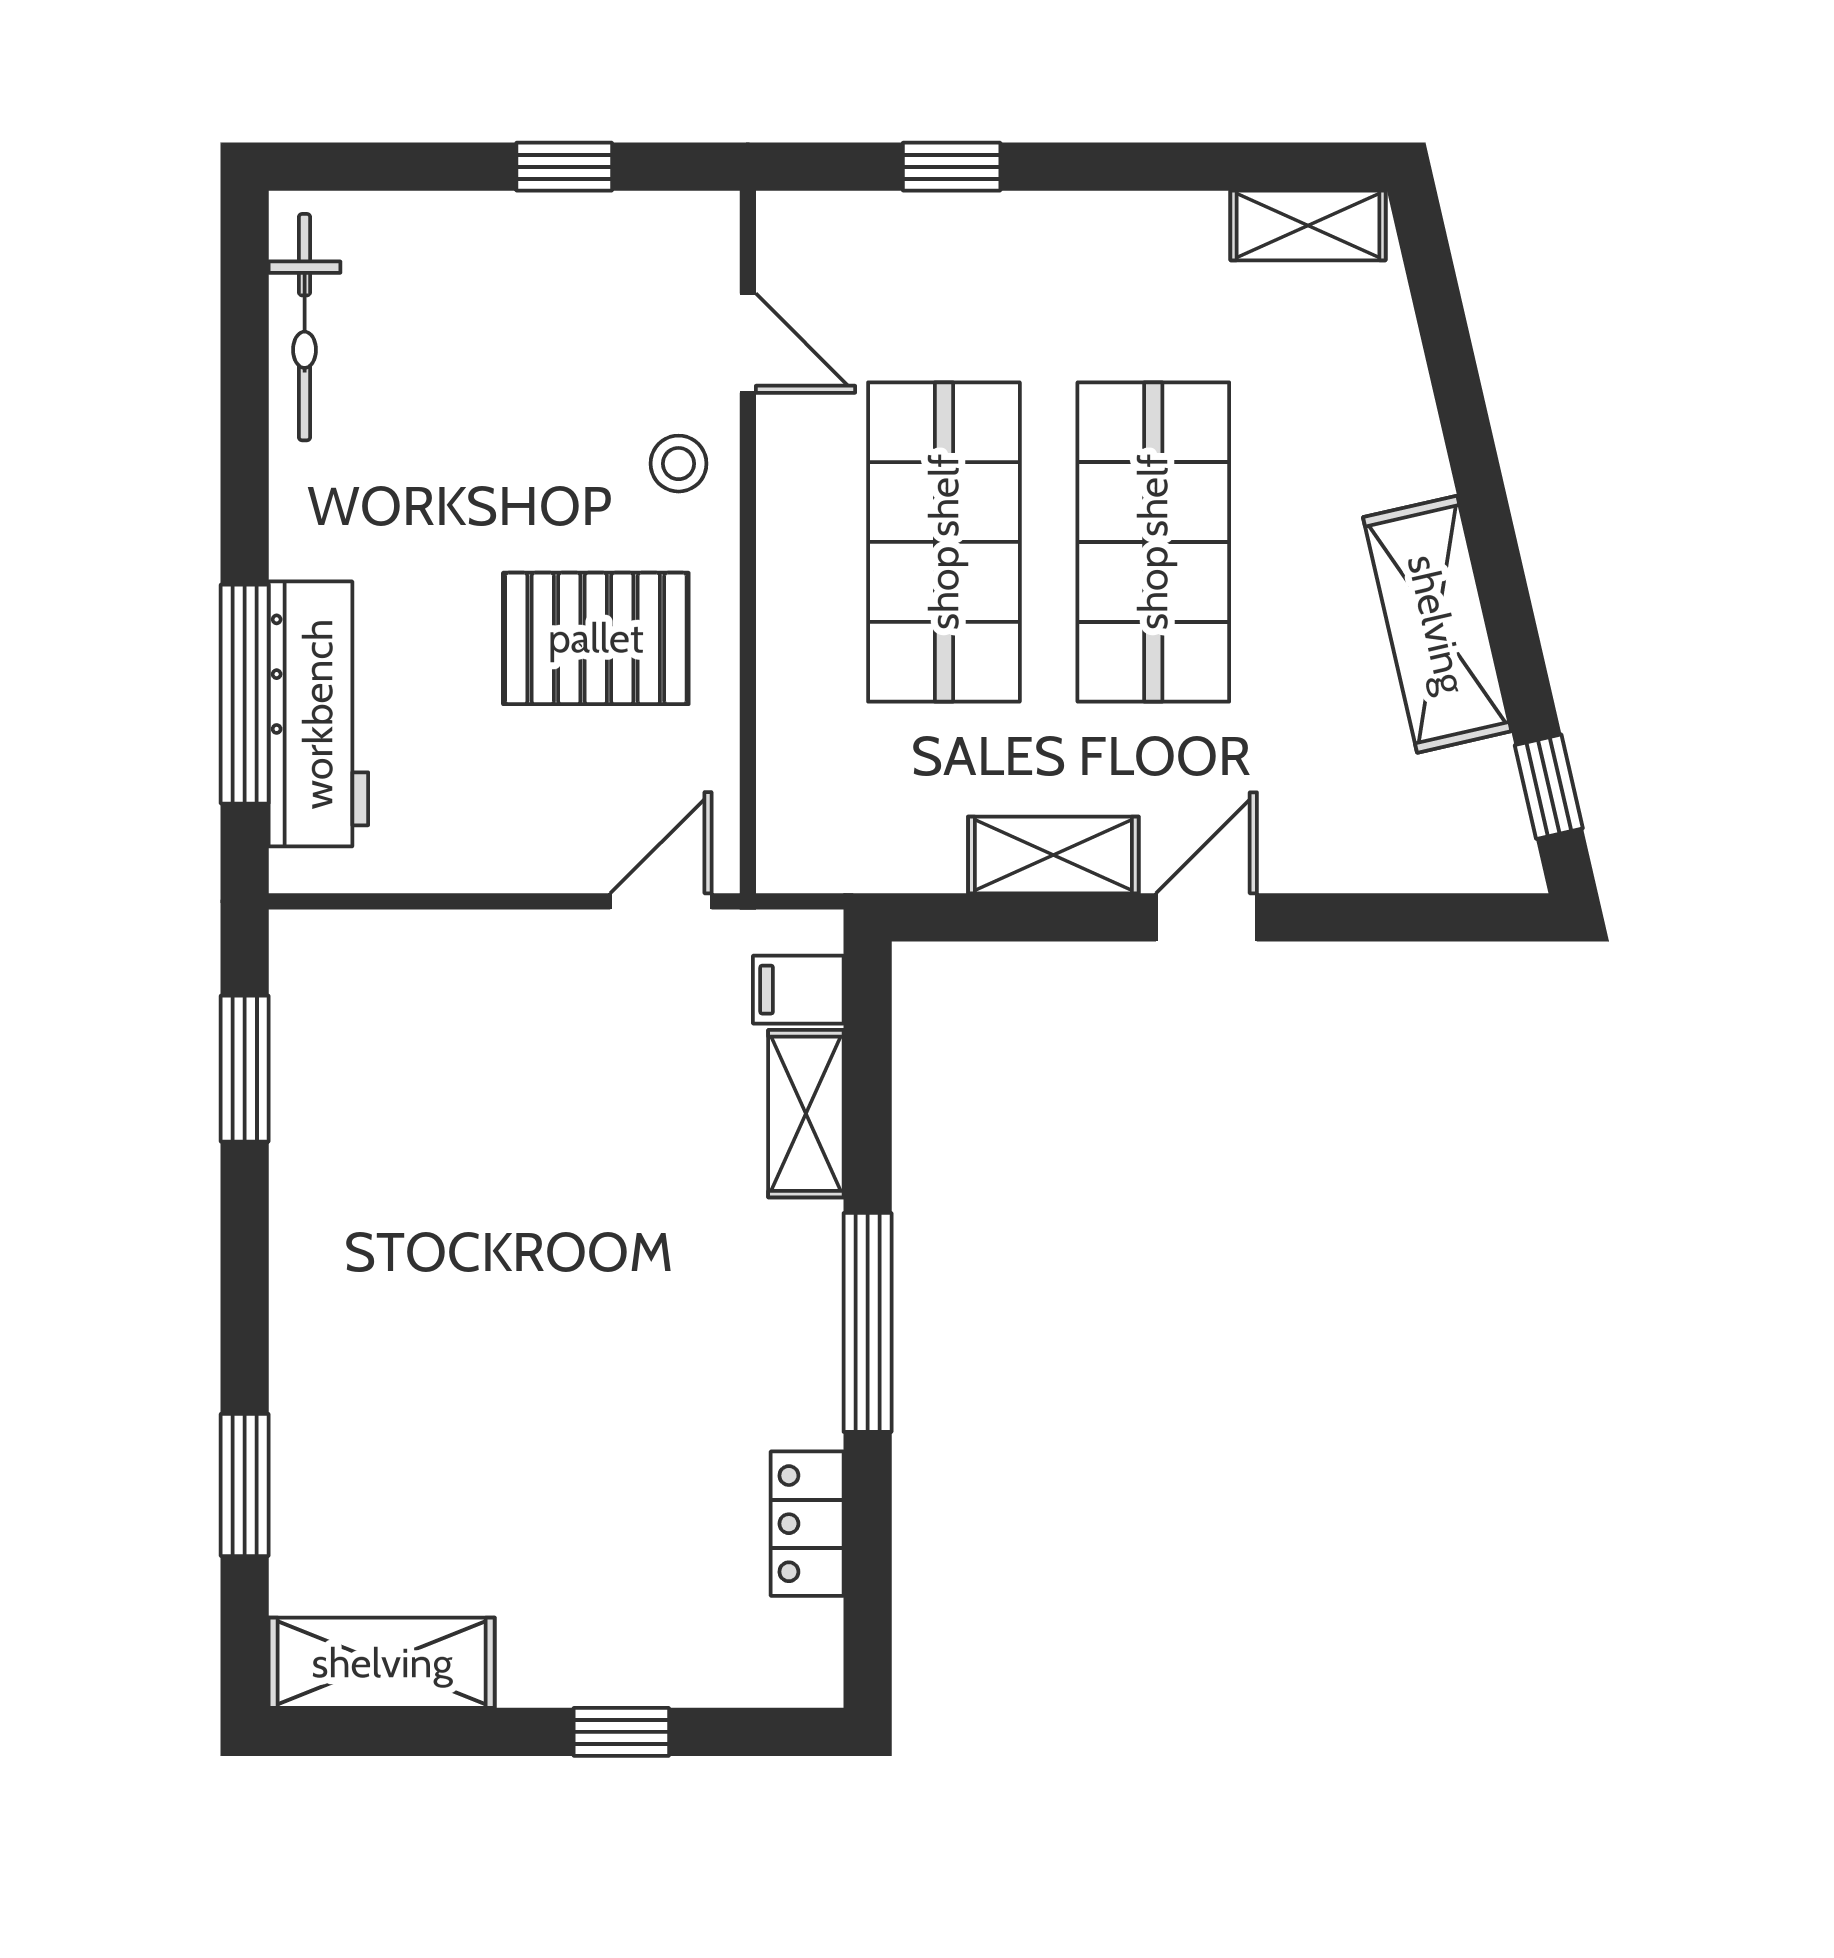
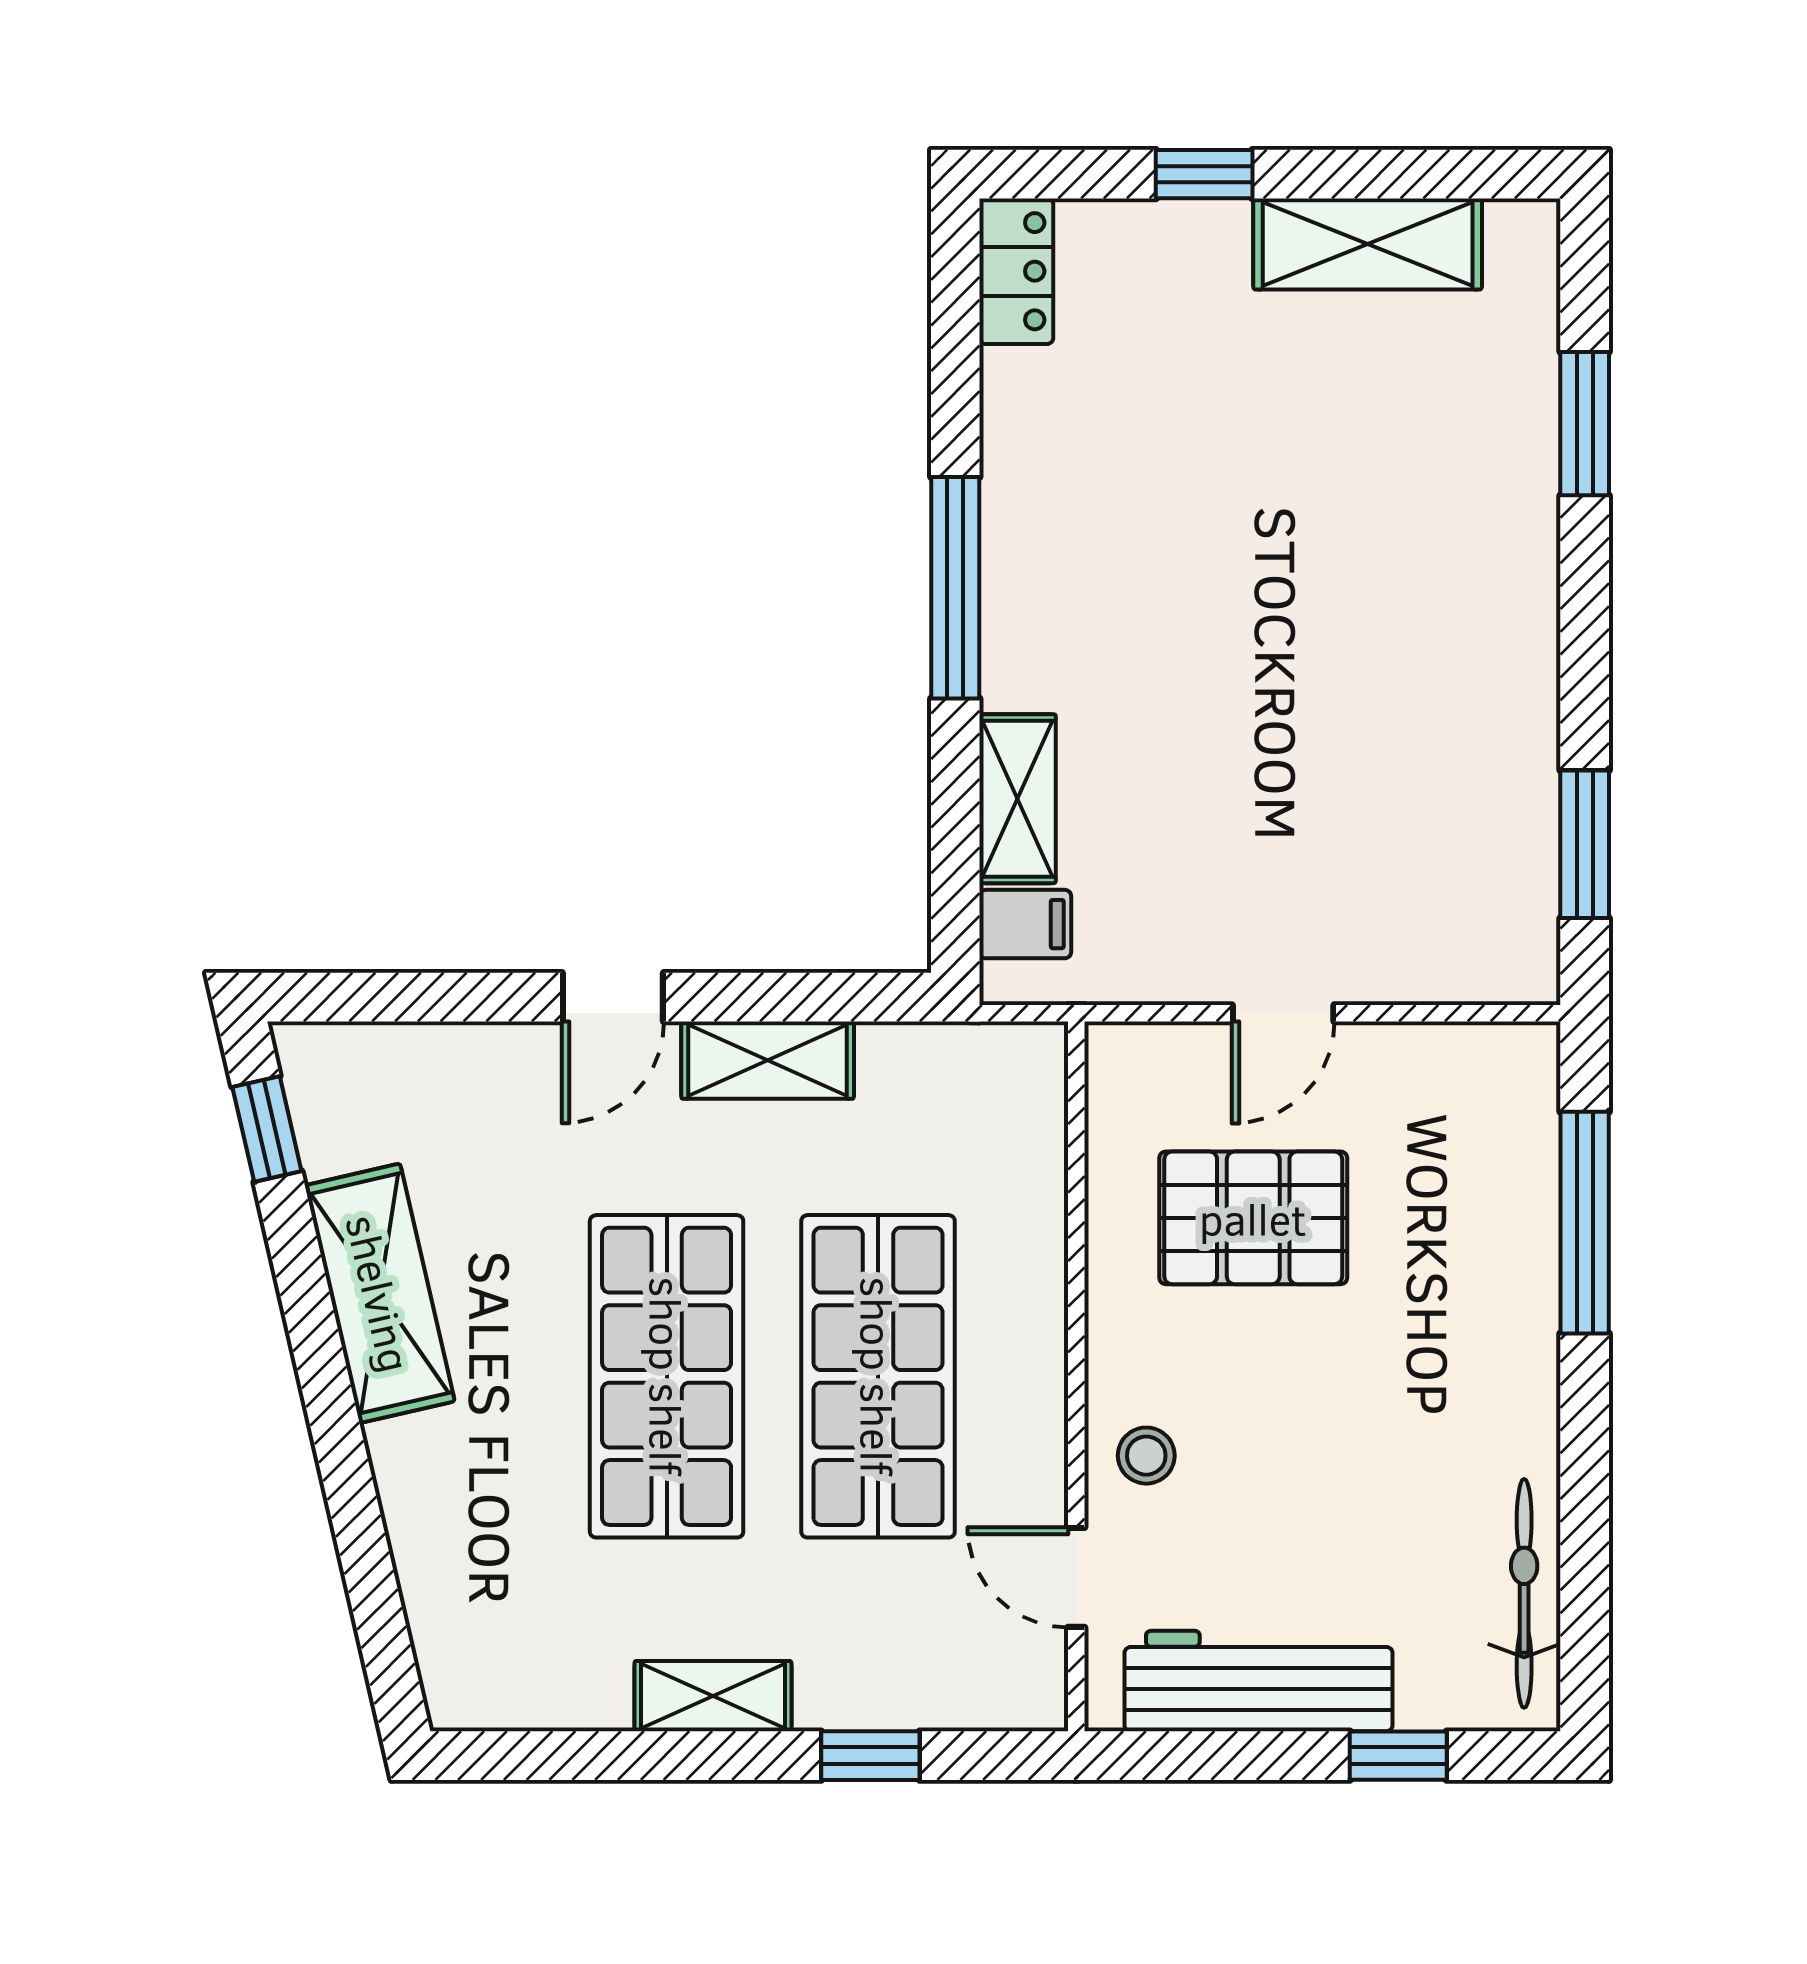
window: (564, 167) -> (1398, 1756), moved
shelving: (1308, 225) -> (713, 1696), moved
pallet: (596, 638) -> (1253, 1218), moved
workbench: (318, 714) -> (1259, 1681), moved, turned 90
door: (661, 901) -> (1283, 1013), moved
locker: (807, 1524) -> (1016, 271), moved
shelving: (382, 1663) -> (1368, 244), moved

